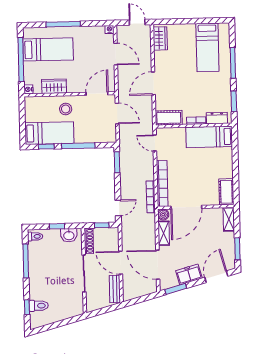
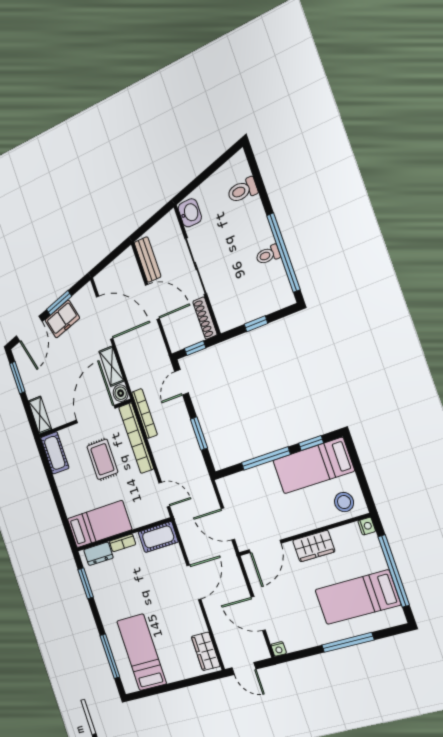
window: (233, 63) -> (110, 656), moved
wardrobe: (54, 86) -> (314, 546), moved
stool: (66, 109) -> (344, 502), moved
window: (117, 162) -> (199, 434), moved
rug: (192, 177) -> (102, 459), added
washbasin: (69, 235) -> (190, 213), moved, turned 90
toilet: (35, 236) -> (268, 255), moved
window: (26, 261) -> (283, 253), width x1.46
window: (176, 289) -> (59, 303), moved
window: (27, 307) -> (258, 181), removed

